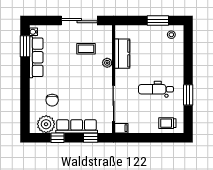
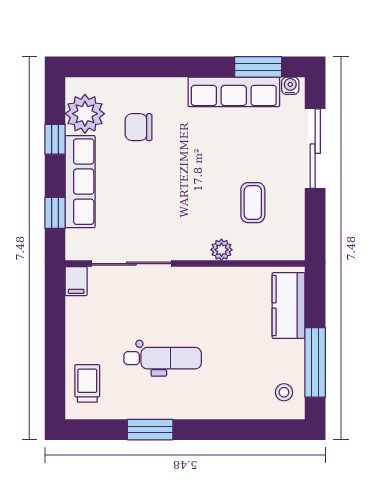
sliding door: (79, 21) -> (315, 149), moved
window: (158, 21) -> (315, 362), width x1.44
kitchen counter: (122, 54) -> (289, 305), moved, turned 90
dental chair: (156, 89) -> (163, 358), turned 90

